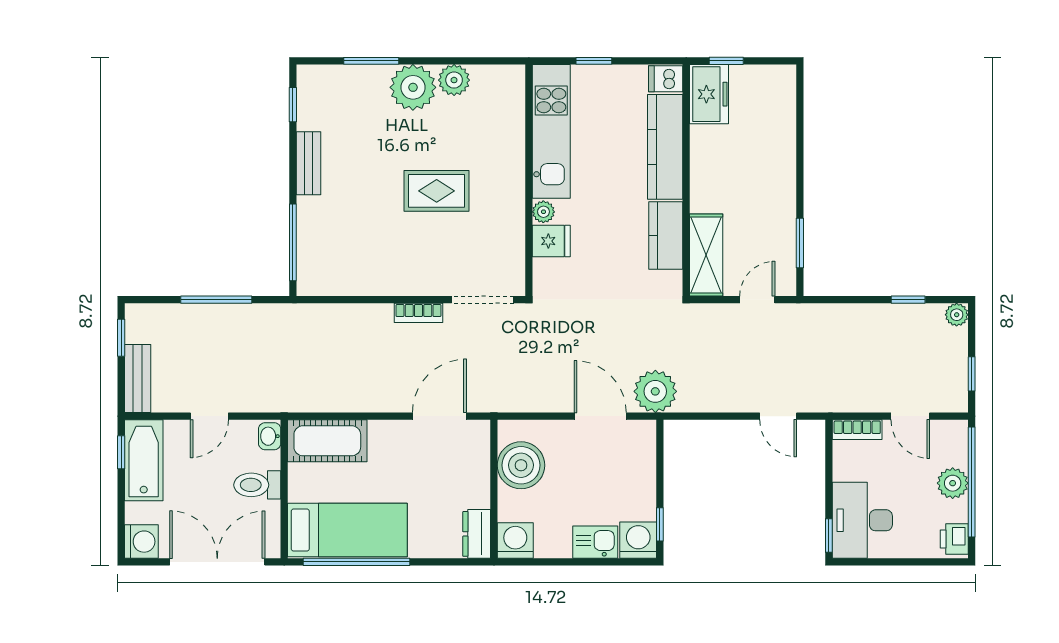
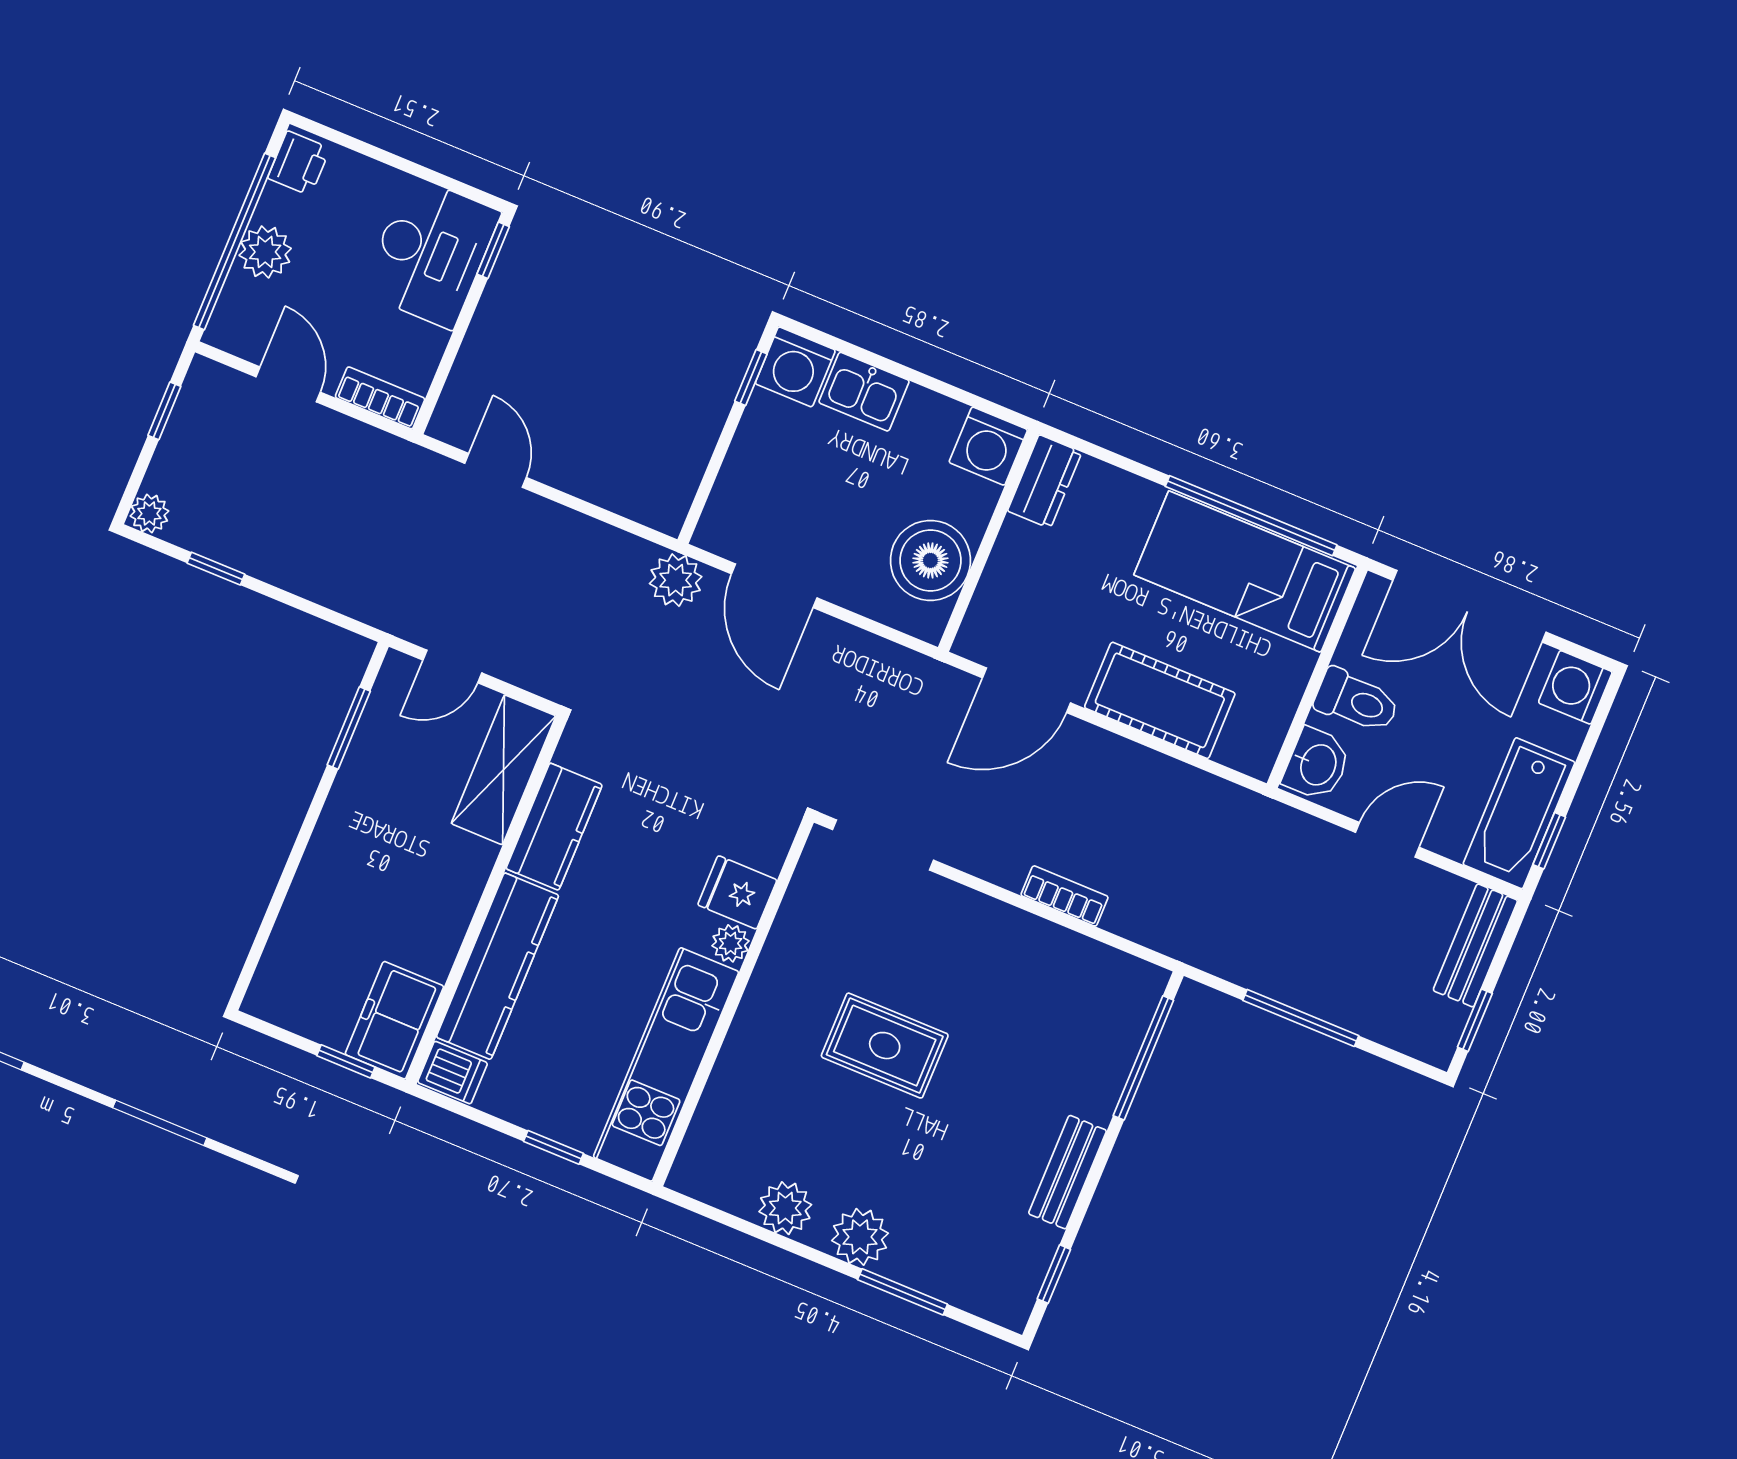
plant: (413, 87) -> (860, 1237), width x0.73, depth x0.73
bookcase: (418, 313) -> (1065, 896), moved
plant: (655, 391) -> (676, 580), width x0.73, depth x0.73
washbasin: (270, 436) -> (1317, 764), width x1.38, depth x1.45
cot: (327, 441) -> (1160, 700), moved

